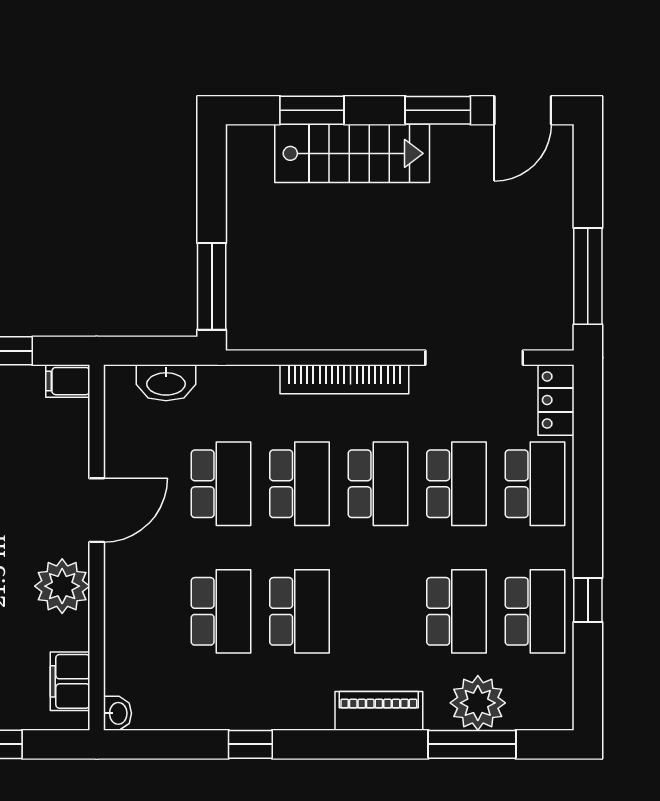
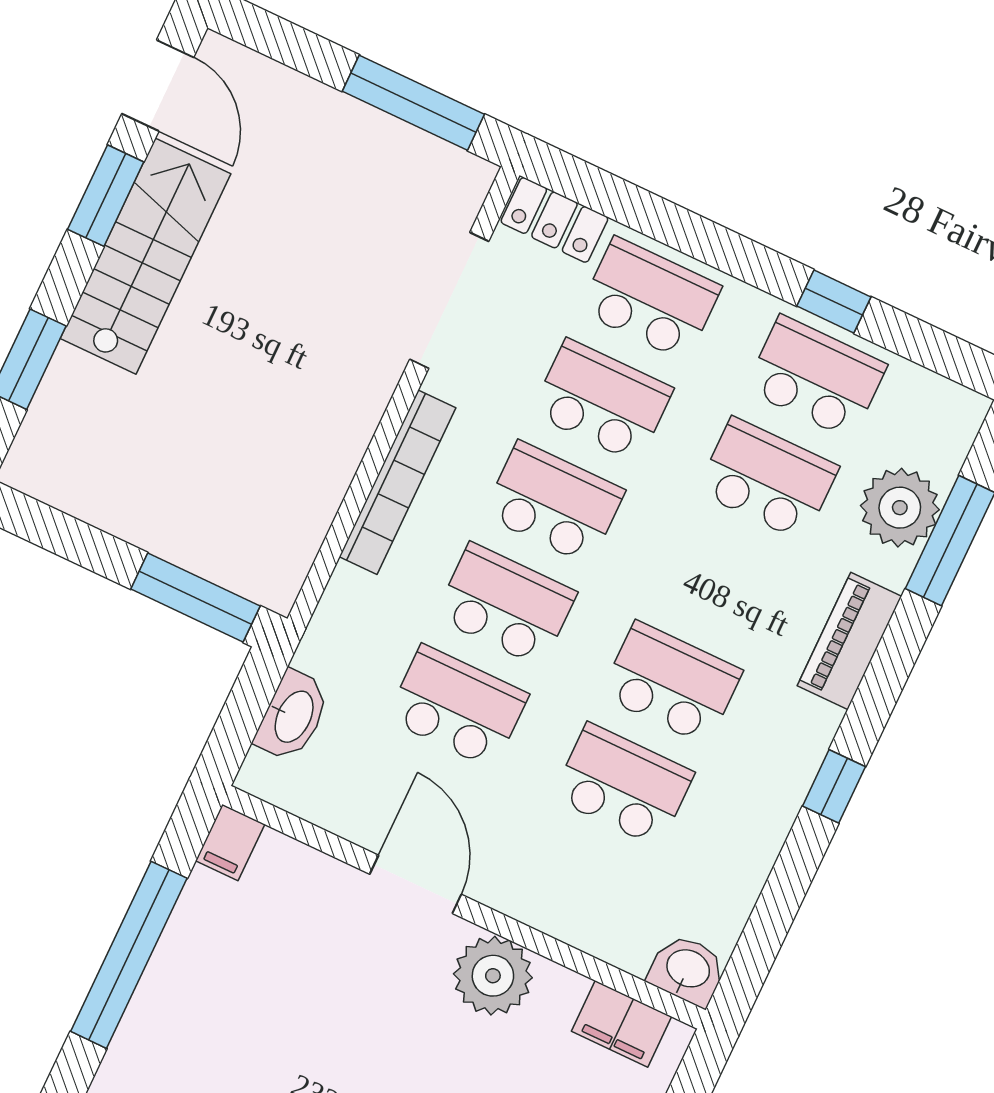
stairs: (352, 153) -> (146, 256), moved
washbasin: (117, 713) -> (687, 970), width x1.38, depth x1.45
window: (250, 744) -> (834, 786), moved

